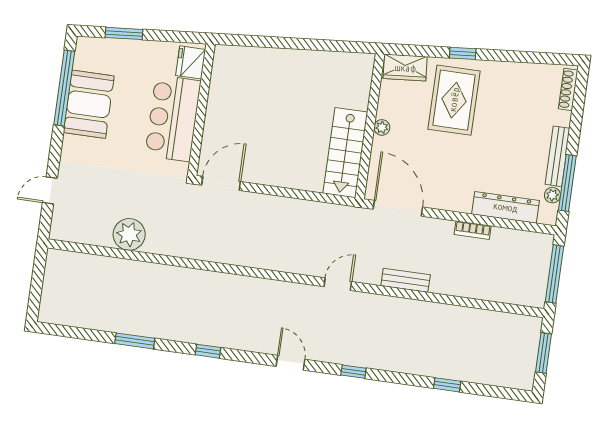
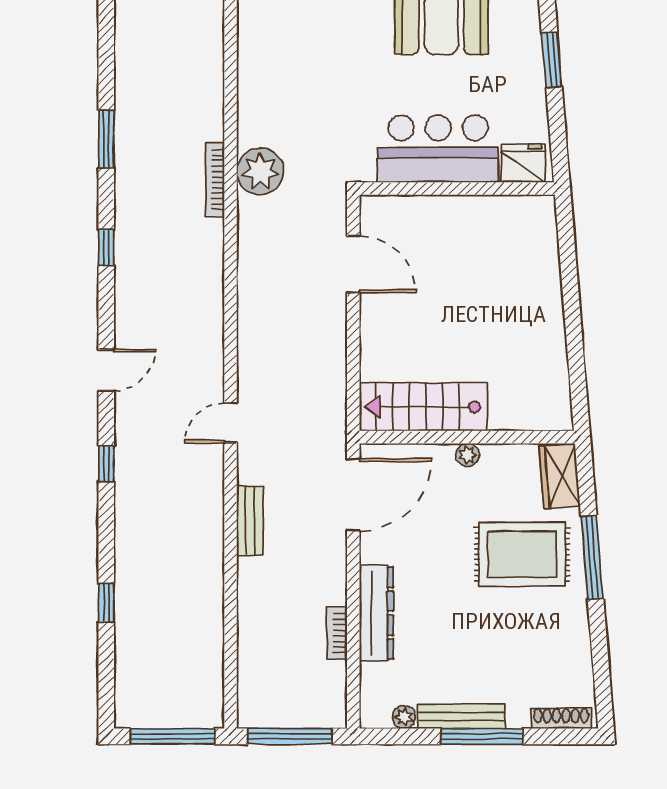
window: (463, 53) -> (592, 557), width x2.17
door: (221, 183) -> (353, 264), moved
window: (567, 183) -> (482, 736), moved
dresser: (505, 207) -> (377, 613), moved
bookcase: (473, 230) -> (337, 633), moved
plant: (129, 234) -> (260, 171), moved
bookcase: (173, 272) -> (215, 180), added
door: (338, 284) -> (231, 423), swing flipped
window: (543, 353) -> (172, 736), width x1.44

